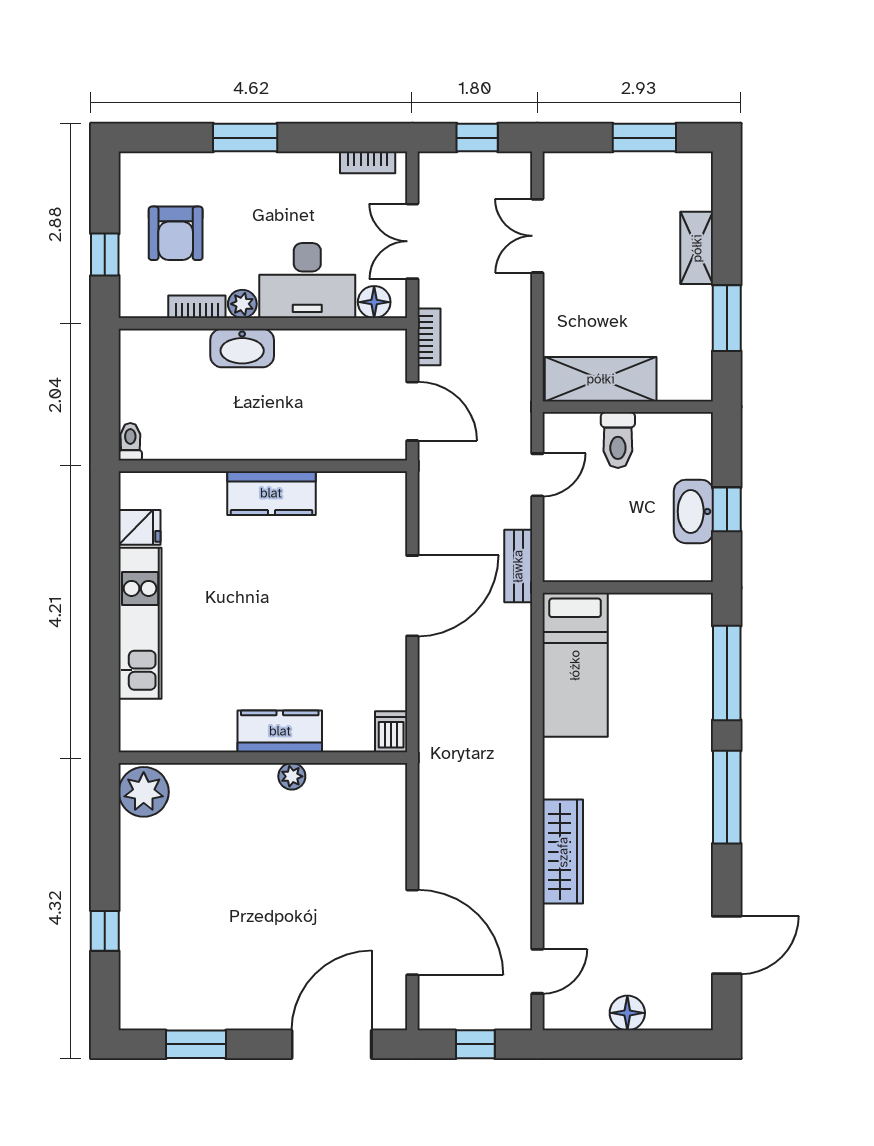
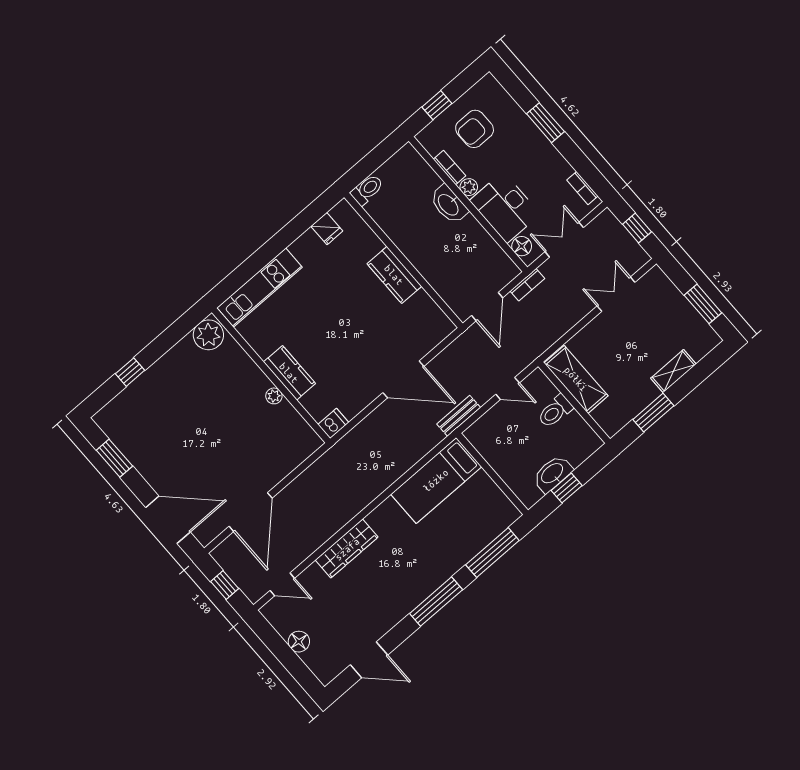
toilet: (130, 442) -> (367, 190), width x1.37, depth x1.39
kitchen unit: (140, 623) -> (260, 287), moved

